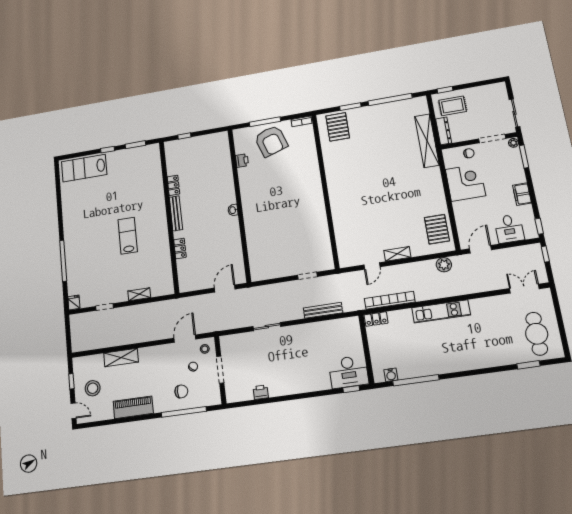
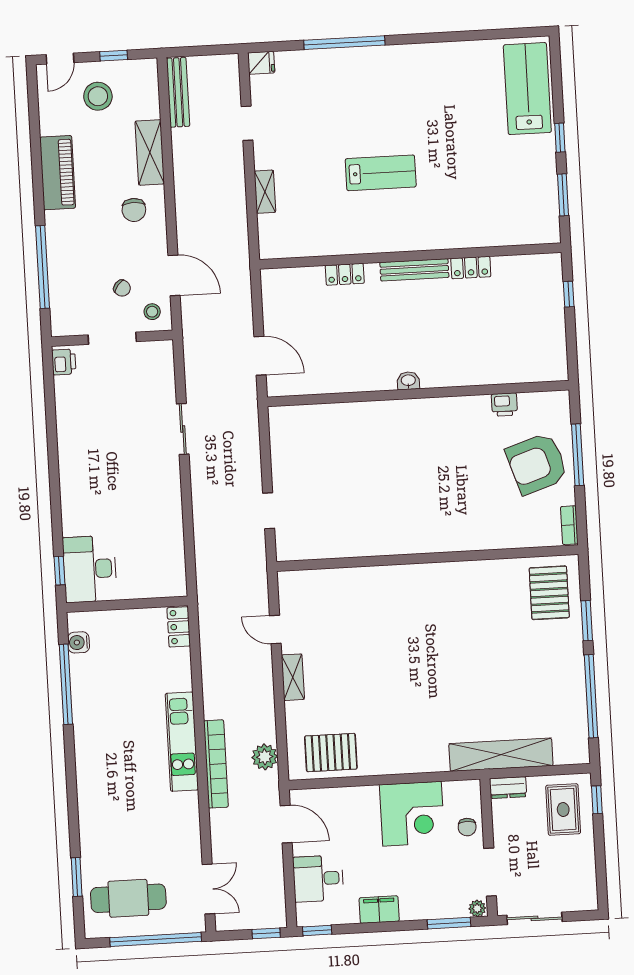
pallet: (338, 127) -> (549, 593), turned 90
dresser: (444, 131) -> (508, 788), width x0.70
bookcase: (390, 300) -> (216, 764), moved
bench: (323, 310) -> (178, 92), moved
window: (559, 316) -> (156, 940), added
chair: (181, 391) -> (134, 210), moved
printer: (261, 392) -> (64, 362), moved

